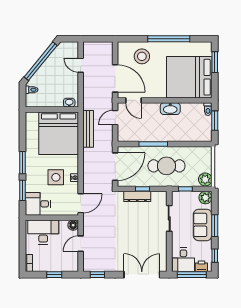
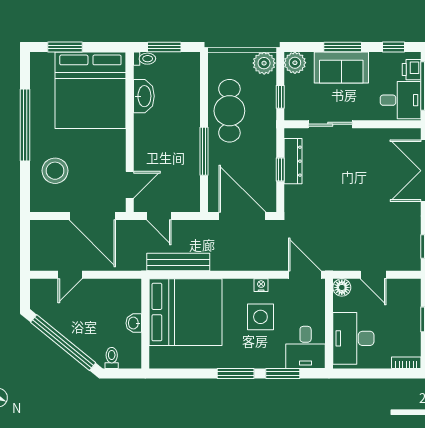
door: (115, 78) -> (92, 216), swing flipped
washbasin: (69, 103) -> (134, 323), moved
washbasin: (170, 109) -> (144, 96), moved
cafe table: (166, 166) -> (229, 111), moved
dresser: (137, 196) -> (293, 161), moved

